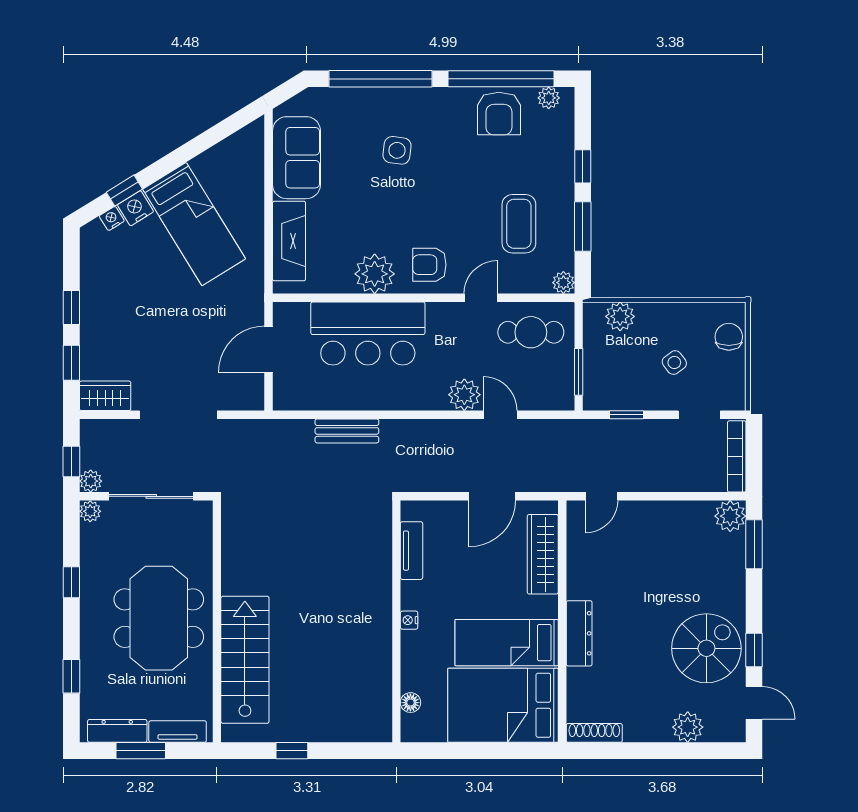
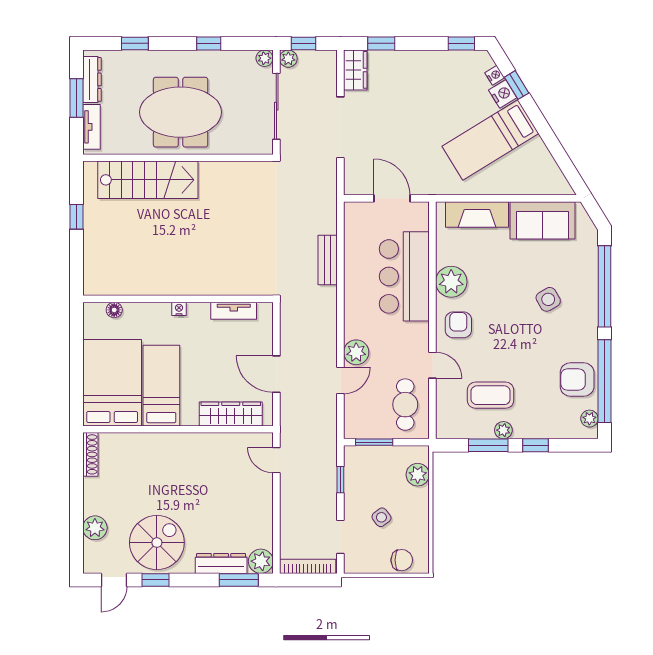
side table: (397, 150) -> (548, 299), turned -37
plant: (563, 283) -> (503, 430), moved
window: (71, 308) -> (461, 43), moved
dresser: (579, 633) -> (221, 563), moved, turned 180
spiral stairs: (706, 648) -> (157, 543), turned -90

